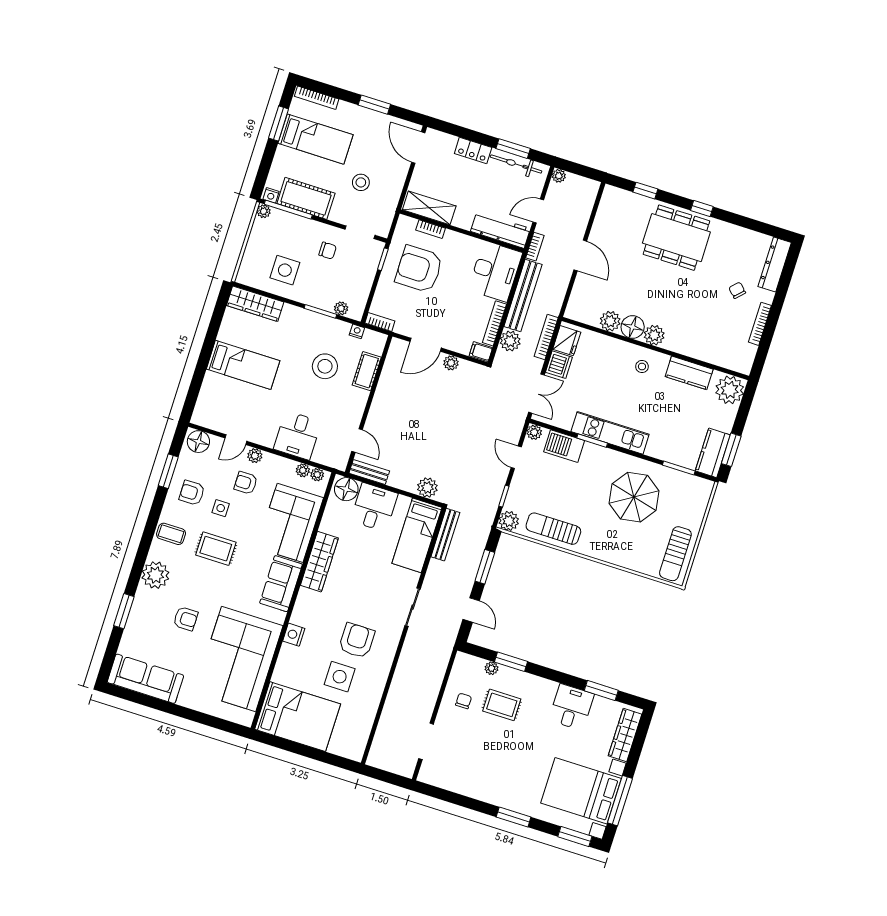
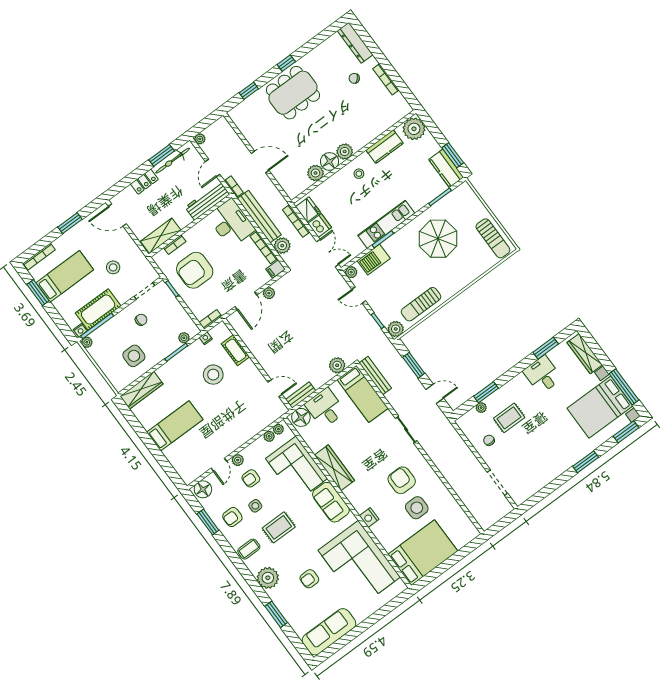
desk: (297, 435) -> (244, 424), removed
armchair: (186, 619) -> (309, 579), turned 180

